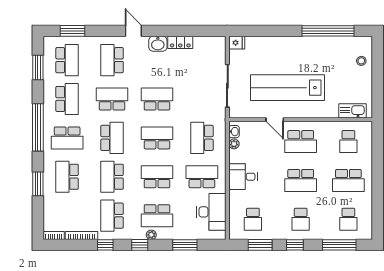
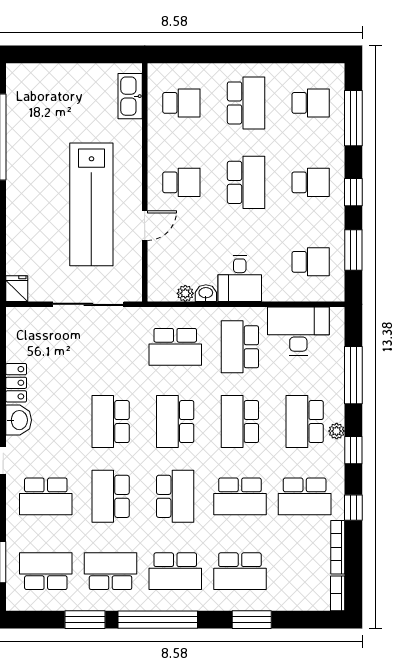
stool: (361, 61) -> (47, 81), removed
window: (38, 68) -> (85, 620), moved
washbasin: (234, 132) -> (206, 293), moved
school desk: (67, 138) -> (175, 571), turned 90
school desk: (112, 138) -> (175, 496), turned 90
school desk: (301, 142) -> (181, 182), width x0.54
school desk: (157, 216) -> (305, 422), turned 180
window: (185, 245) -> (353, 375), width x1.44

